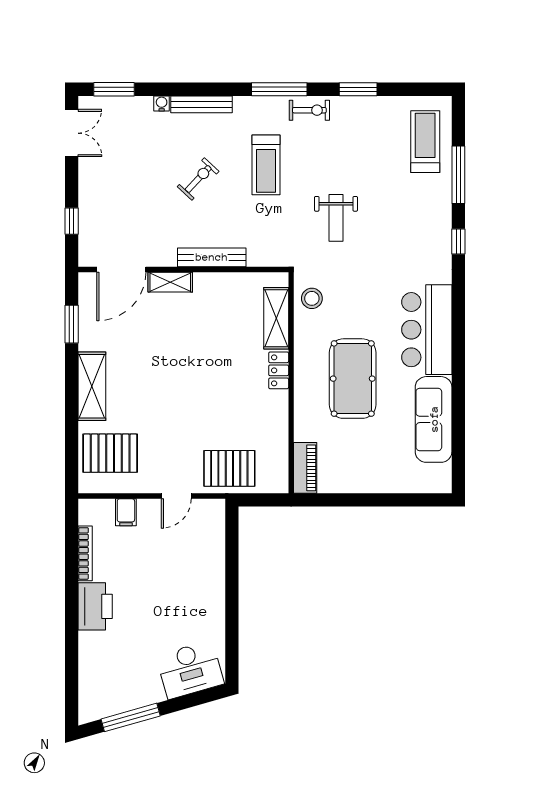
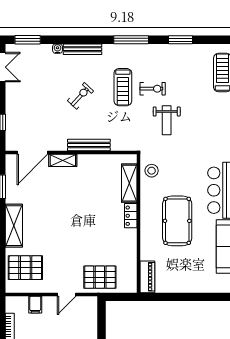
exercise bike: (309, 110) -> (153, 89), moved

